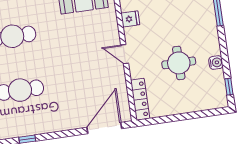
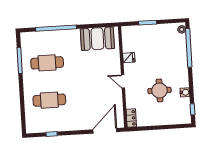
locker: (140, 99) -> (131, 118), width x0.66

